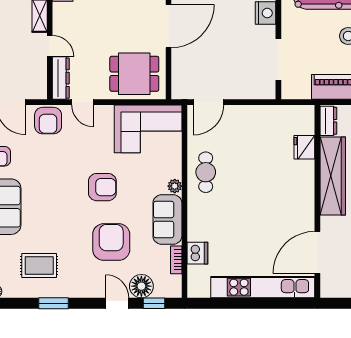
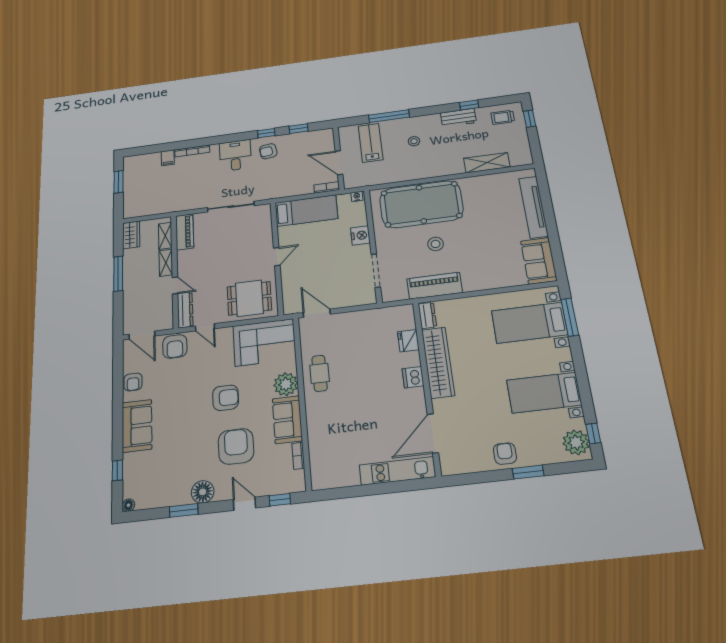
door: (168, 26) -> (277, 257), width x0.53
door: (208, 102) -> (317, 313), swing flipped
plant: (175, 186) -> (286, 384), width x1.88, depth x1.88
dishwasher: (197, 253) -> (413, 377), moved, turned 180
rug: (39, 265) -> (169, 476), removed
floor lamp: (141, 286) -> (203, 492), moved
kitchen unit: (263, 287) -> (397, 471), width x0.73

